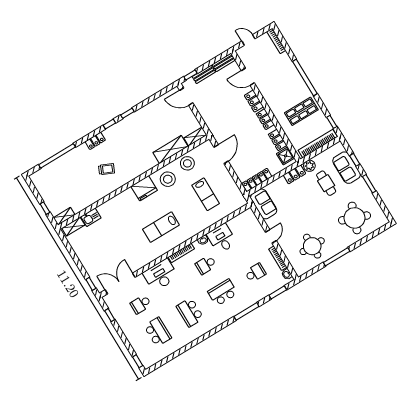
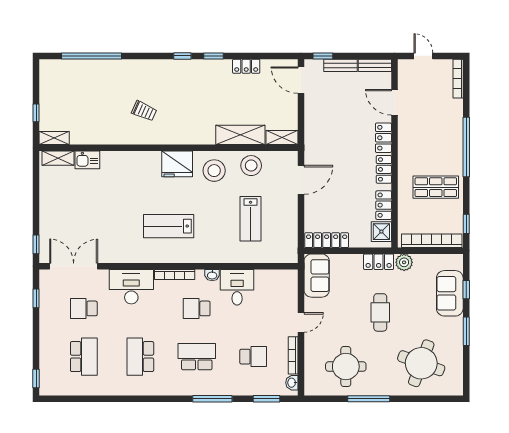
locker: (95, 141) -> (246, 66), moved
cafe table: (326, 183) -> (380, 312), moved

